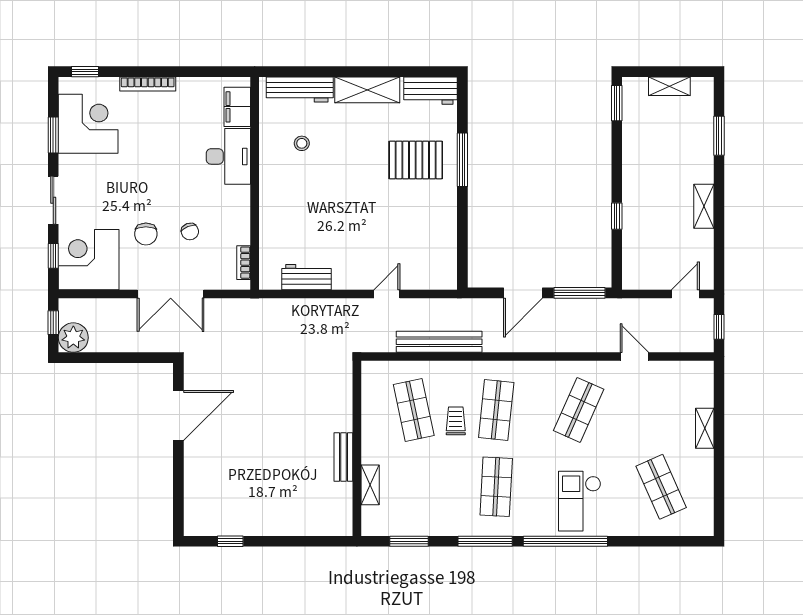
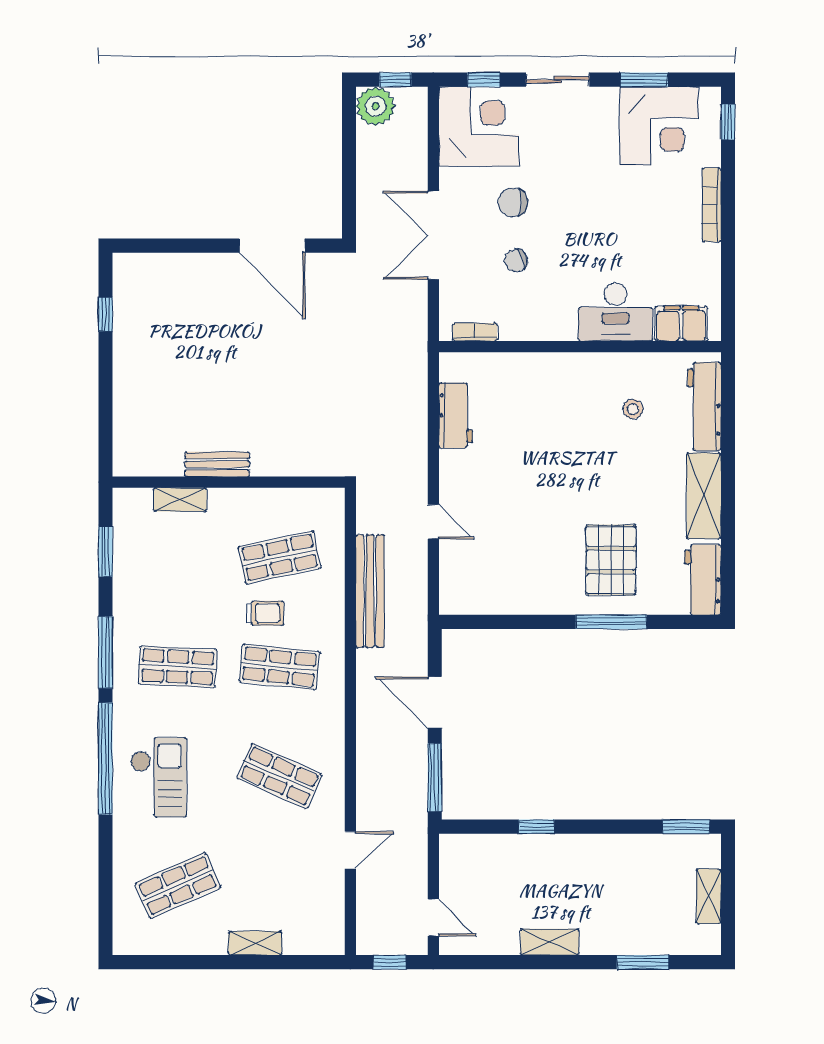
checkout: (580, 501) -> (159, 777), turned 90

